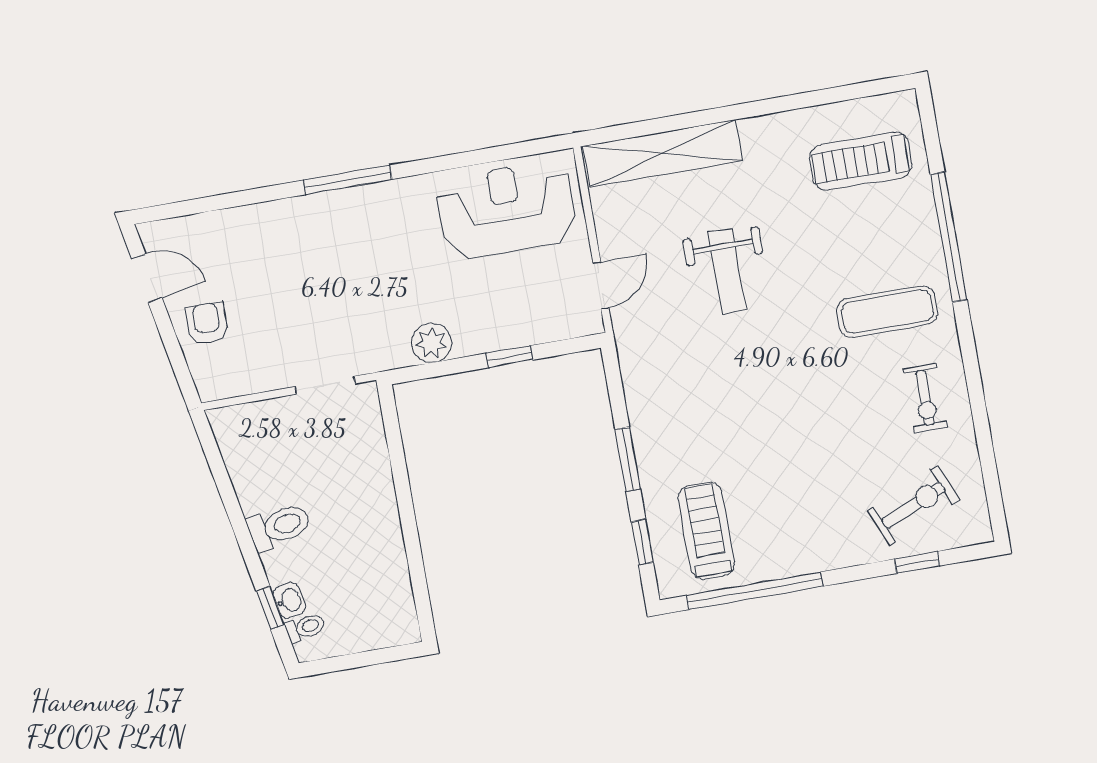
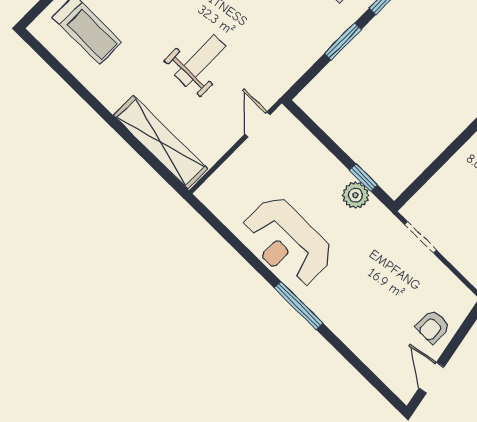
reception desk: (506, 210) -> (287, 242), moved
door: (601, 285) -> (257, 124), hinge flipped
window: (509, 357) -> (364, 178), moved

